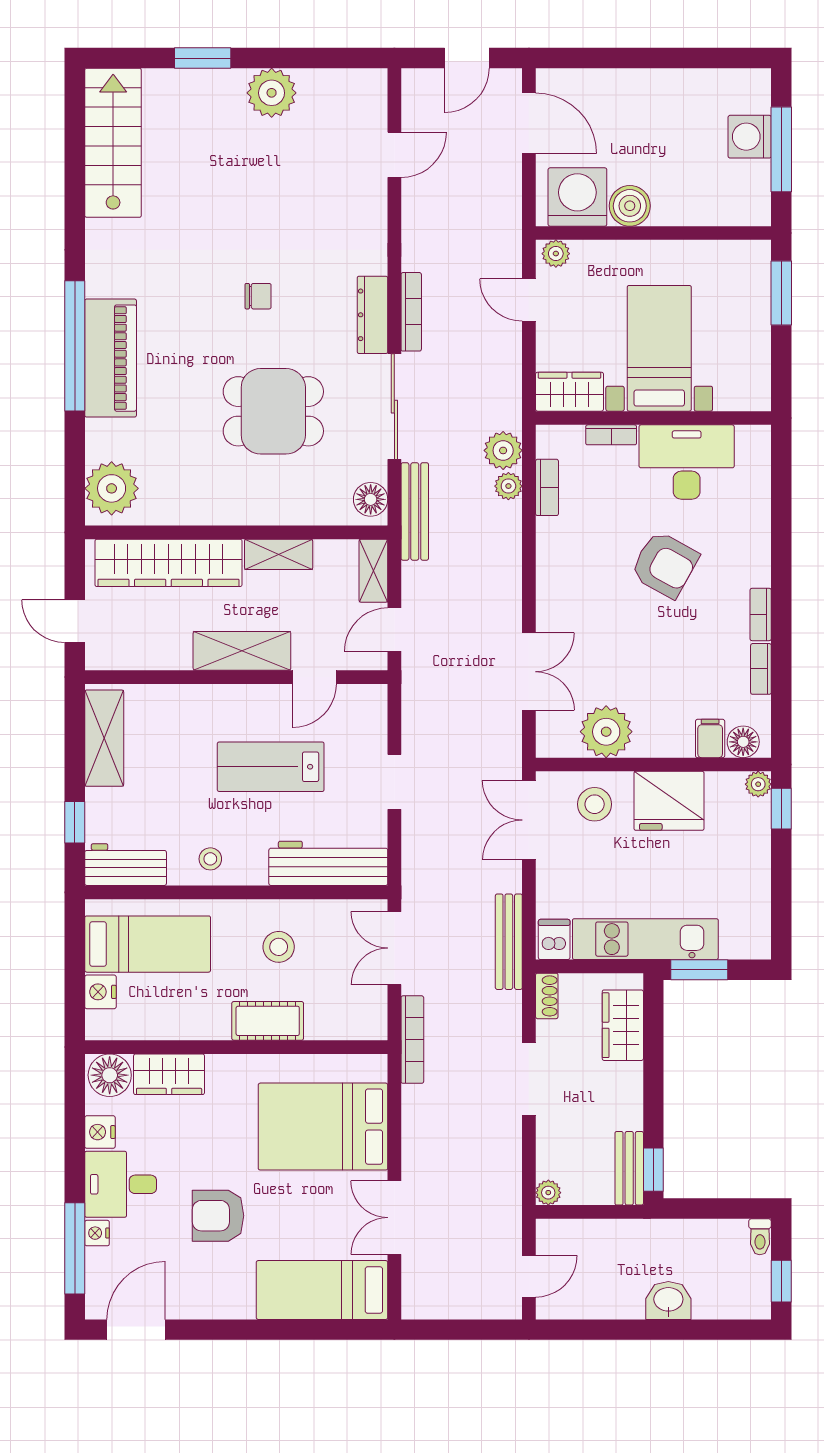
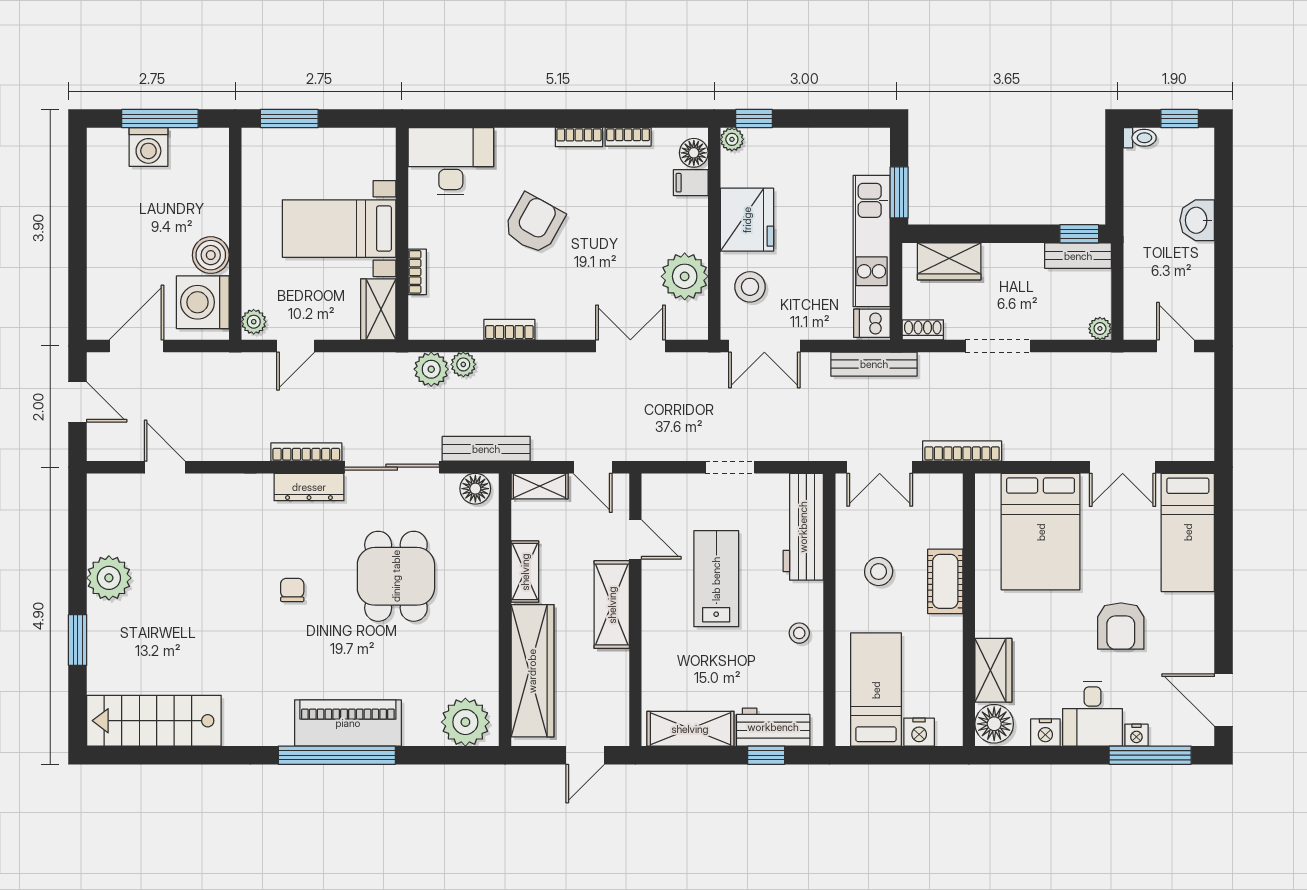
desk: (687, 462) -> (451, 161), moved, turned 90
bookcase: (547, 487) -> (509, 330), moved
lab bench: (271, 767) -> (716, 579), turned 180
workbench: (126, 865) -> (773, 727), moved, turned 90

